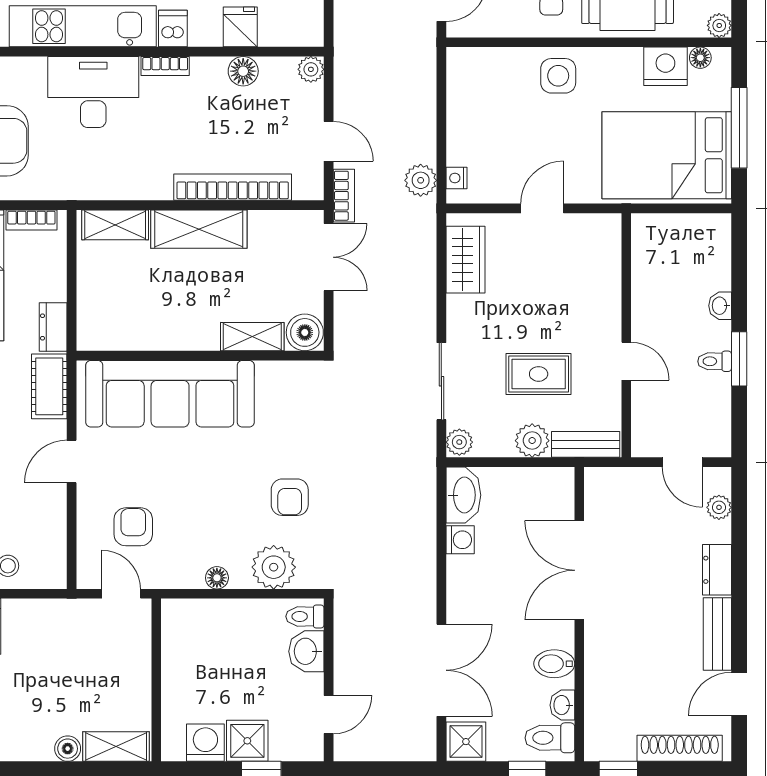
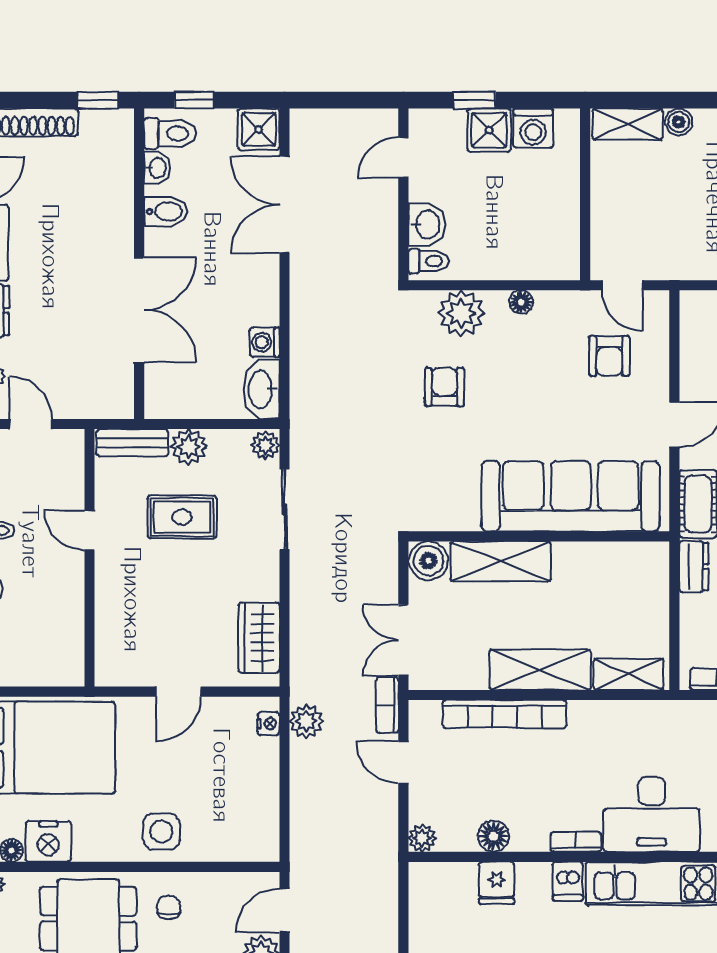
shelving: (252, 337) -> (501, 561), width x1.50, depth x1.33

